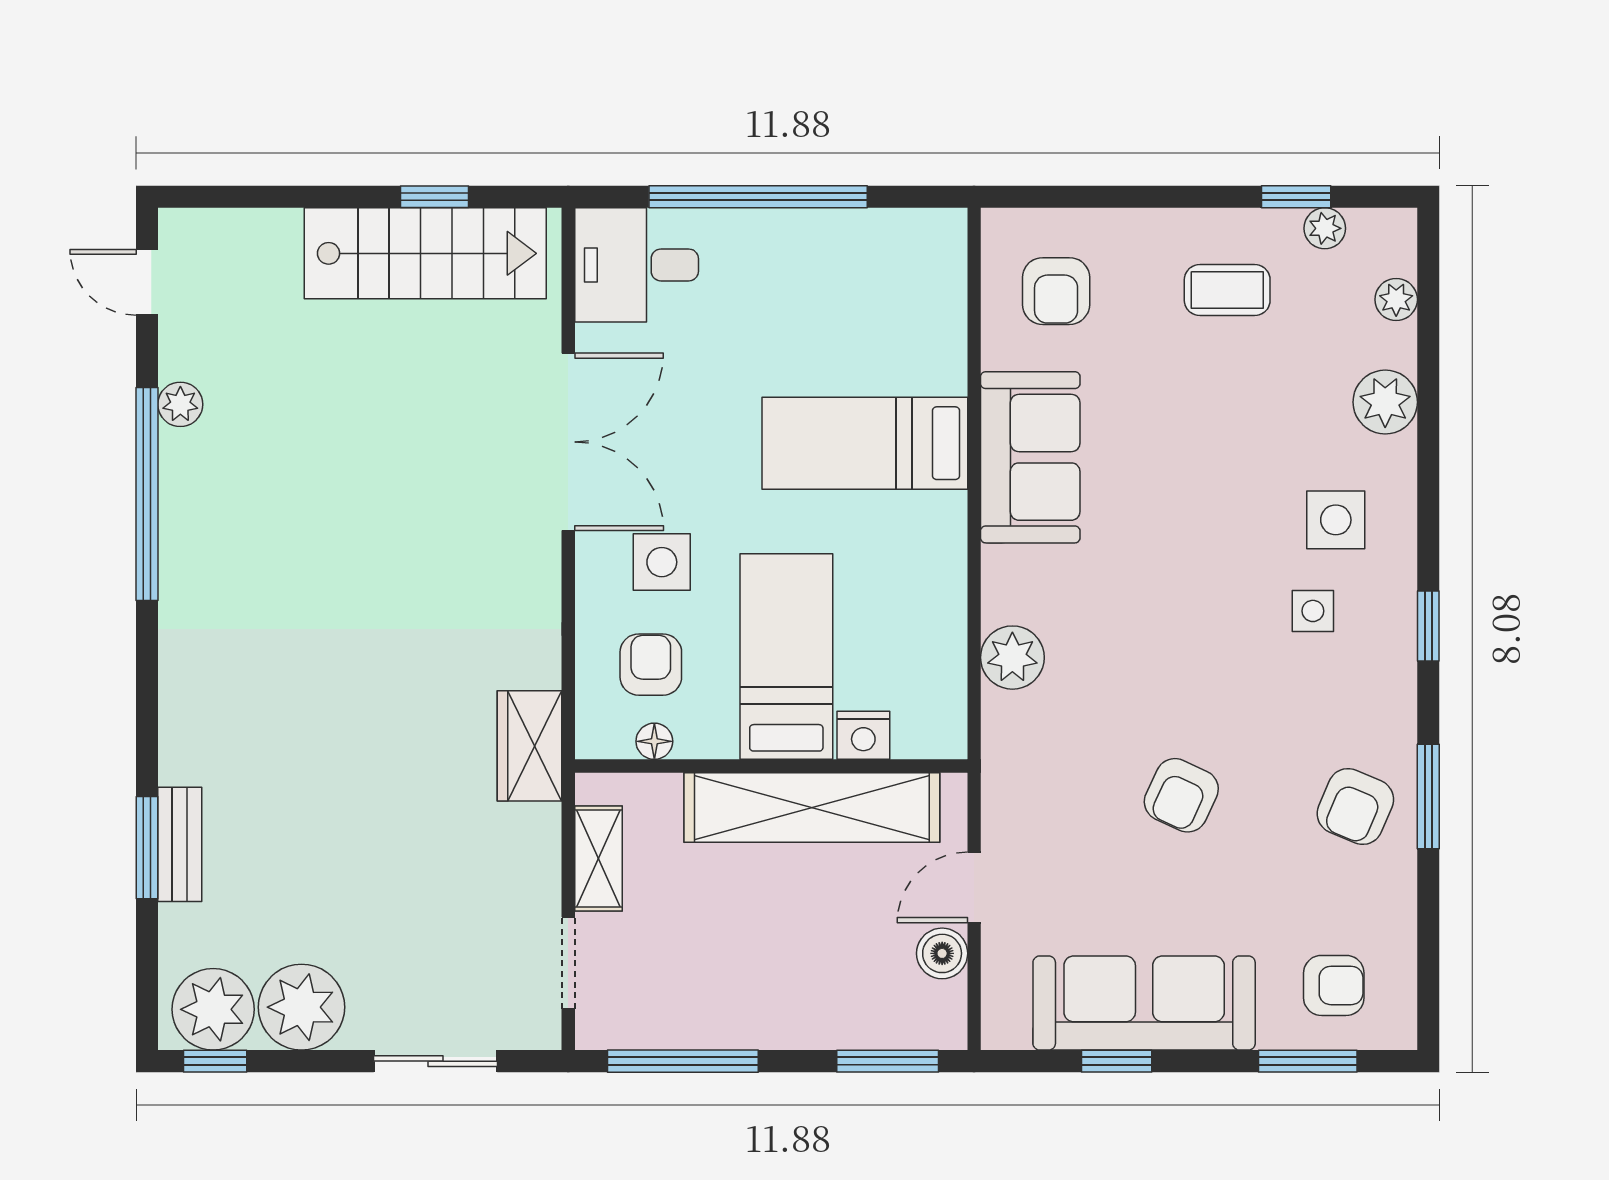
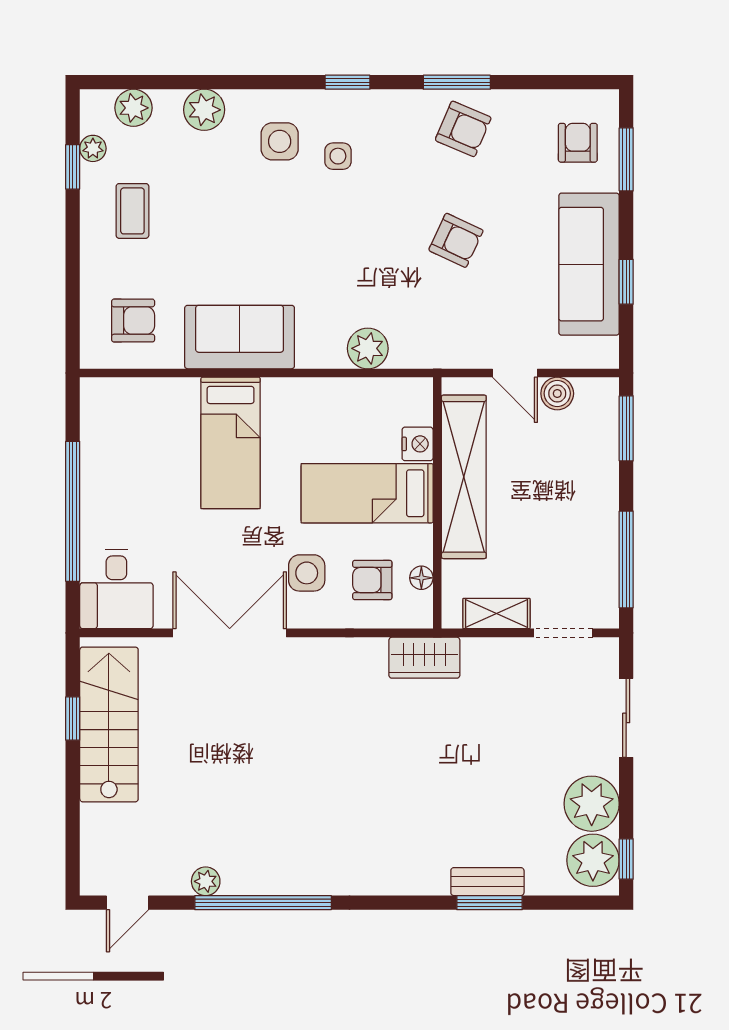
plant: (1396, 300) -> (133, 108), width x1.38, depth x1.38

